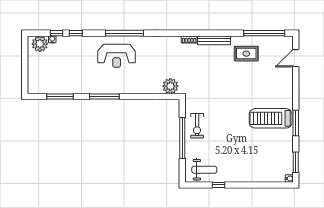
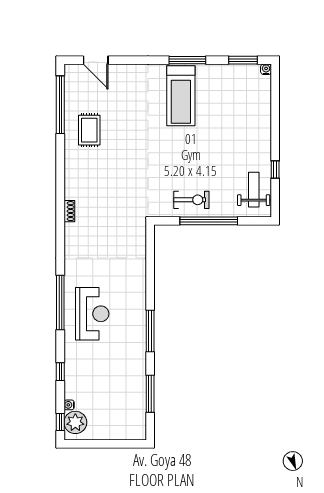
window: (57, 33) -> (60, 422), moved
bench: (214, 40) -> (71, 176), removed
plant: (170, 86) -> (135, 238), removed

